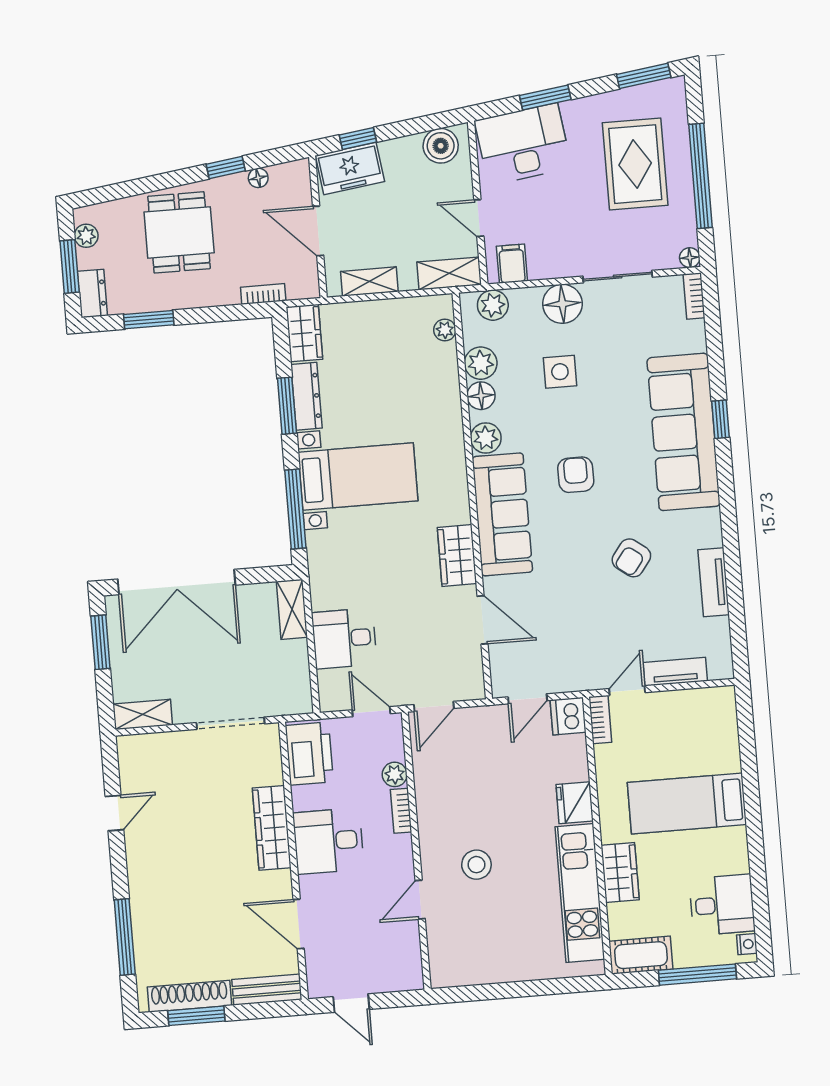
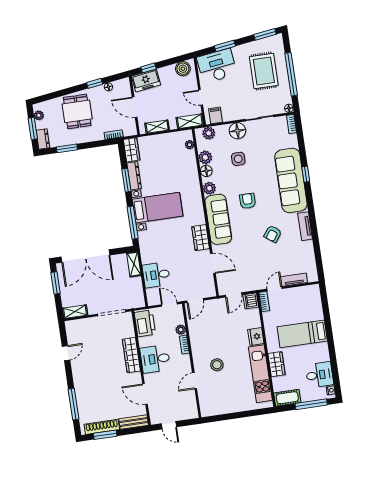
tv unit: (714, 582) -> (305, 226), moved

